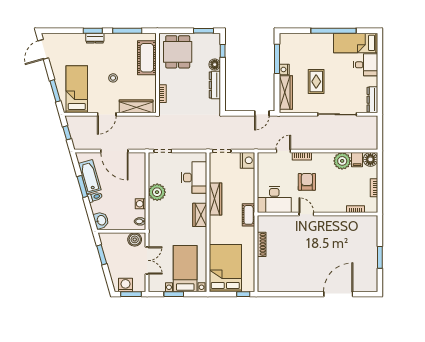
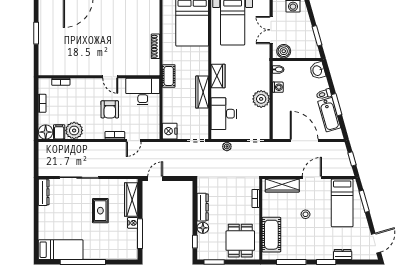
dresser: (95, 38) -> (343, 255), moved
desk: (366, 65) -> (51, 228), removed
plant: (191, 145) -> (227, 146), added

